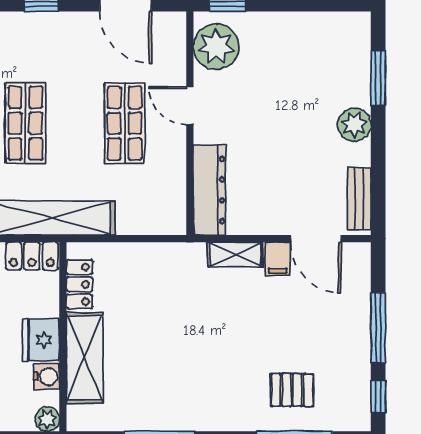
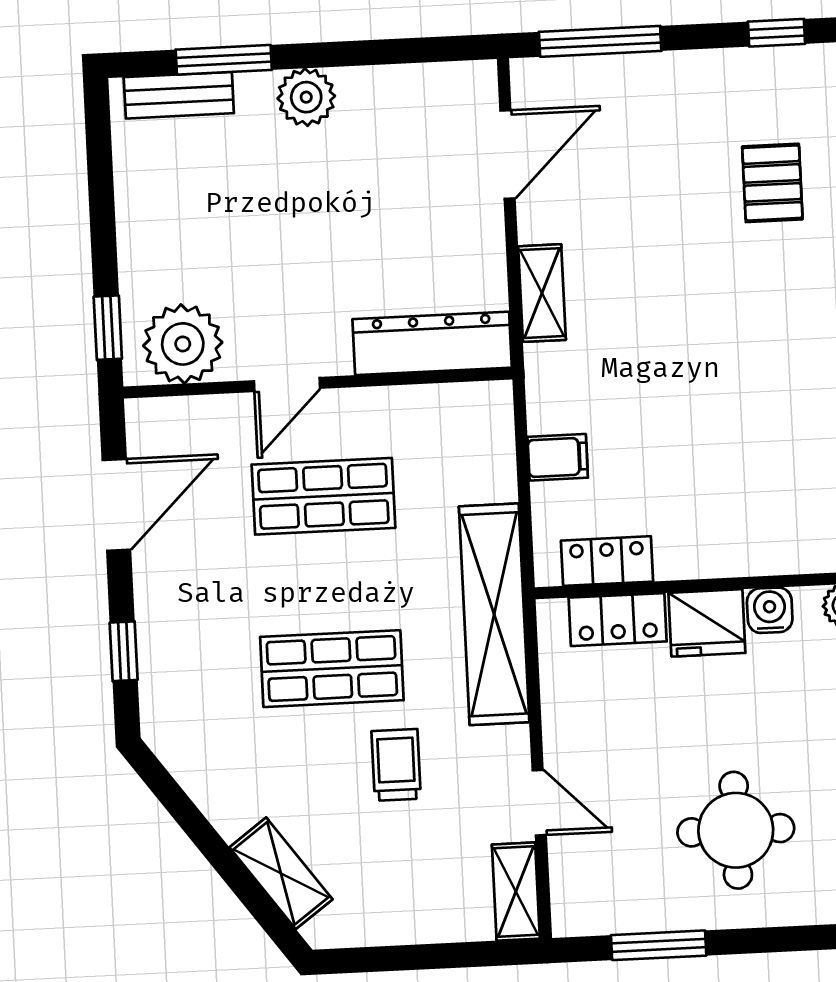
bench: (359, 199) -> (179, 95), moved
locker: (32, 256) -> (618, 620), moved, turned 90
filing cabinet: (278, 259) -> (558, 457), moved
window: (378, 328) -> (600, 41), moved
shelving: (85, 358) -> (734, 546), removed

